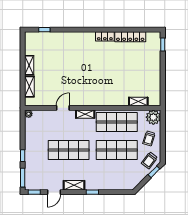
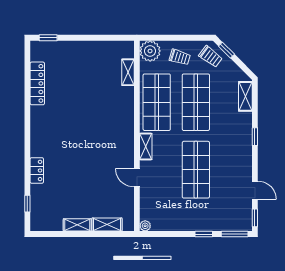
locker: (105, 36) -> (37, 170), moved
shelving: (74, 185) -> (245, 96), moved

